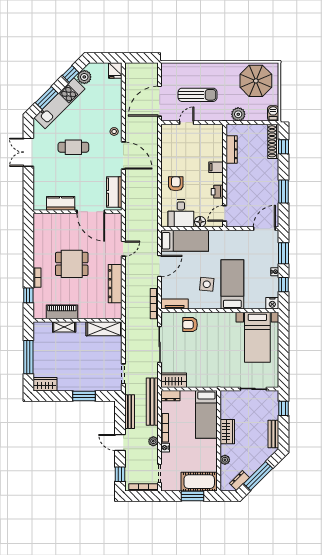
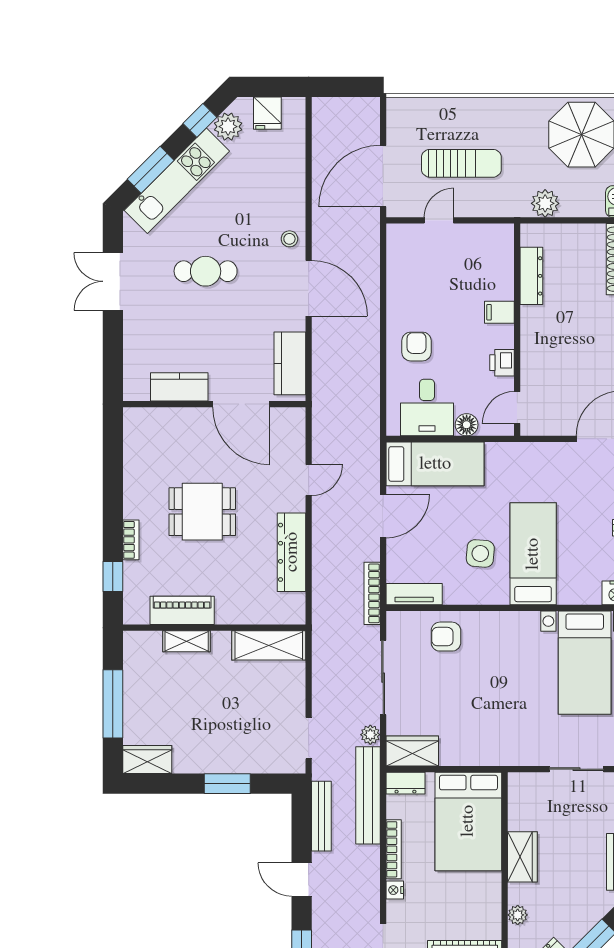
fridge: (115, 70) -> (267, 113), moved
bed: (206, 414) -> (468, 821), width x1.50
plant: (153, 441) -> (370, 735), moved

